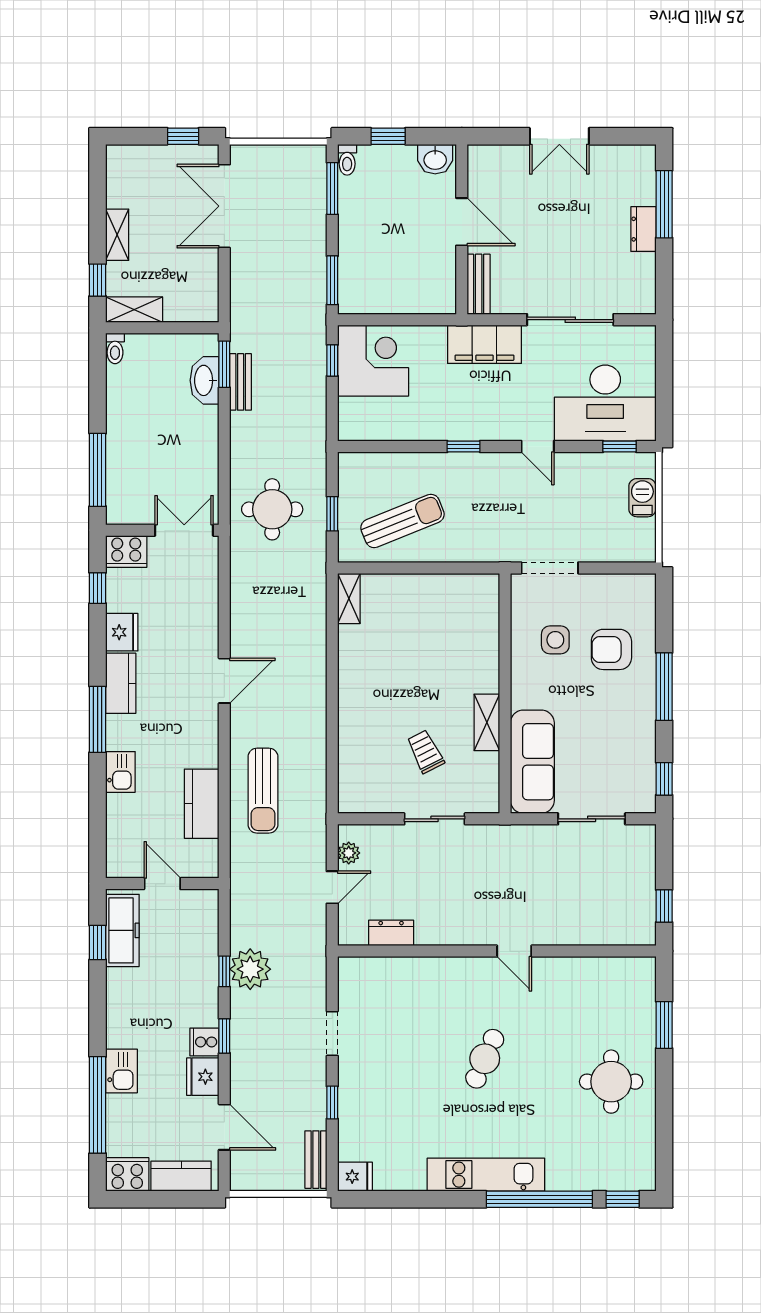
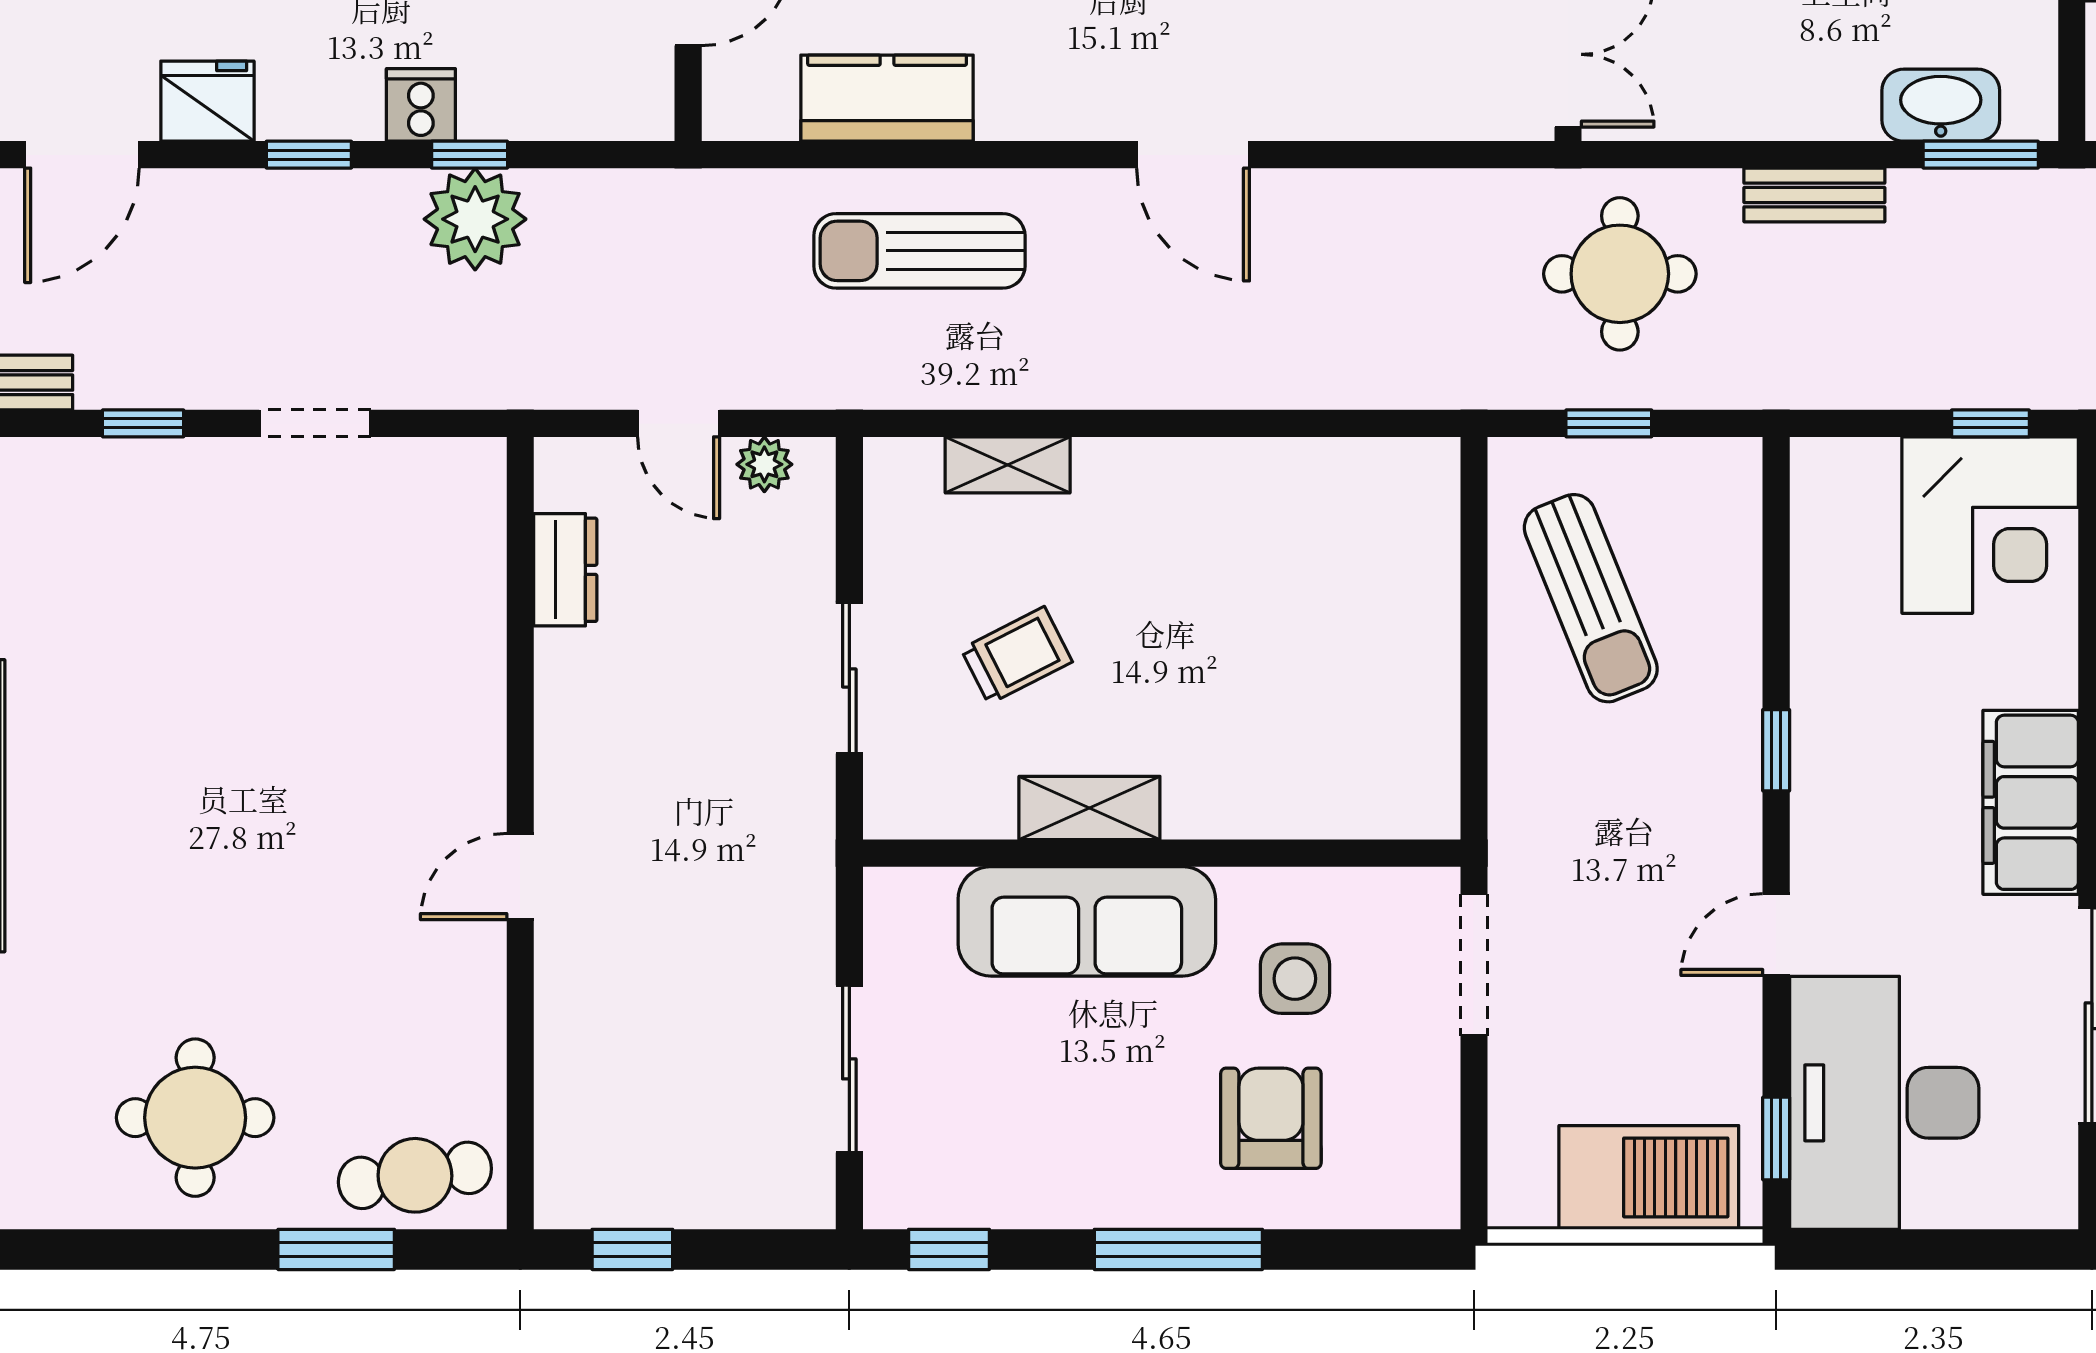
bench: (241, 382) -> (1814, 195), moved
barbecue: (642, 498) -> (1649, 1177), width x1.88, depth x1.53
shelving: (349, 598) -> (1008, 465), moved
sofa: (532, 762) -> (1087, 921), moved
cooker: (204, 1042) -> (421, 105), moved
cafe table: (485, 1059) -> (415, 1175), moved, turned -32

